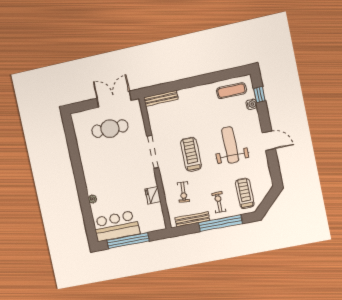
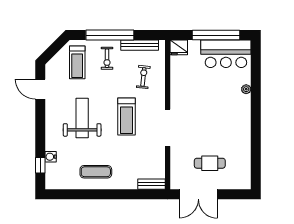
exercise mat: (231, 91) -> (96, 172), moved
bench: (161, 98) -> (152, 184), width x0.73
cafe table: (110, 129) -> (210, 163), width x0.73, depth x0.74
door: (269, 141) -> (40, 89), moved
weight bench: (230, 145) -> (82, 118), turned 180
fridge: (153, 195) -> (179, 47), moved, turned 90

